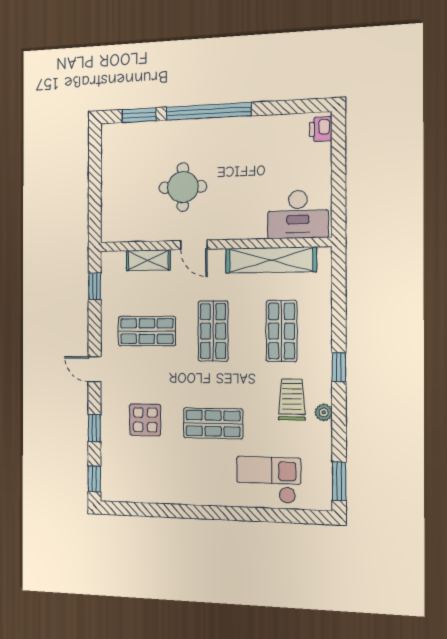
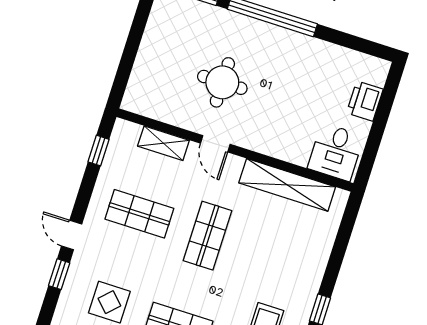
printer: (321, 129) -> (365, 101), moved, width x1.36, depth x1.24
desk: (298, 214) -> (336, 152), width x0.73
shop shelf: (282, 331) -> (276, 257), removed
window: (94, 428) -> (59, 274), moved

